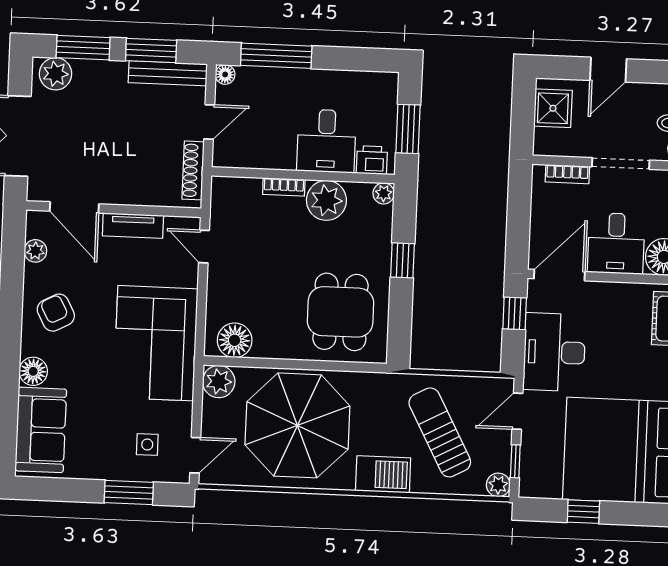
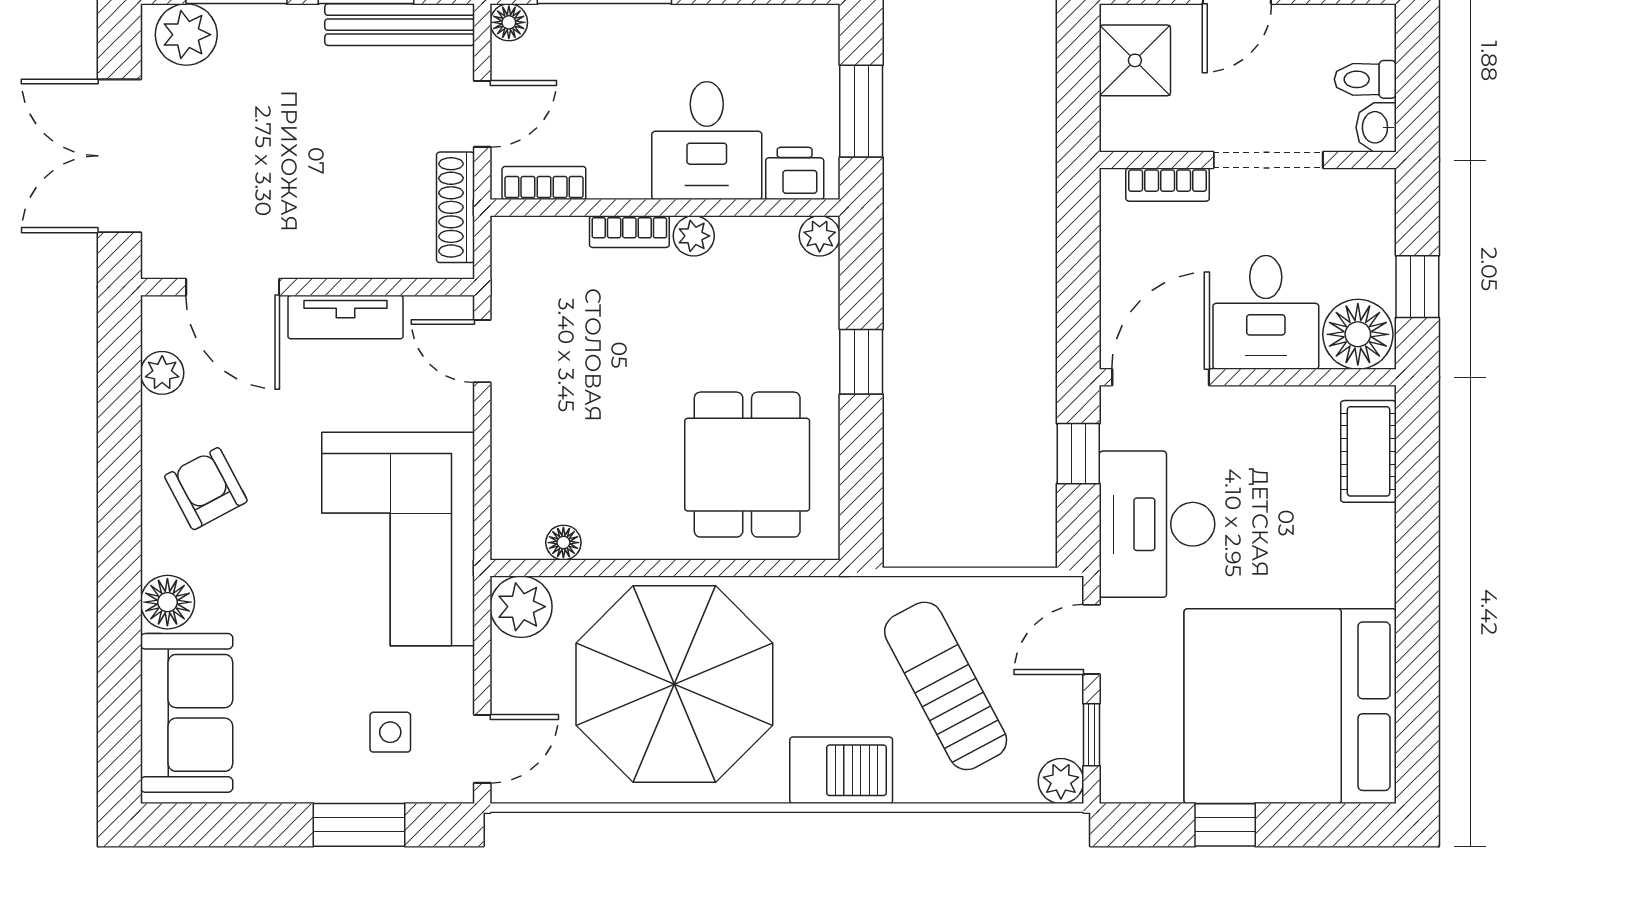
bookcase: (240, 160) -> (544, 183), added
plant: (326, 200) -> (694, 236), width x0.53, depth x0.53
floor lamp: (235, 340) -> (563, 543), width x0.53, depth x0.53

